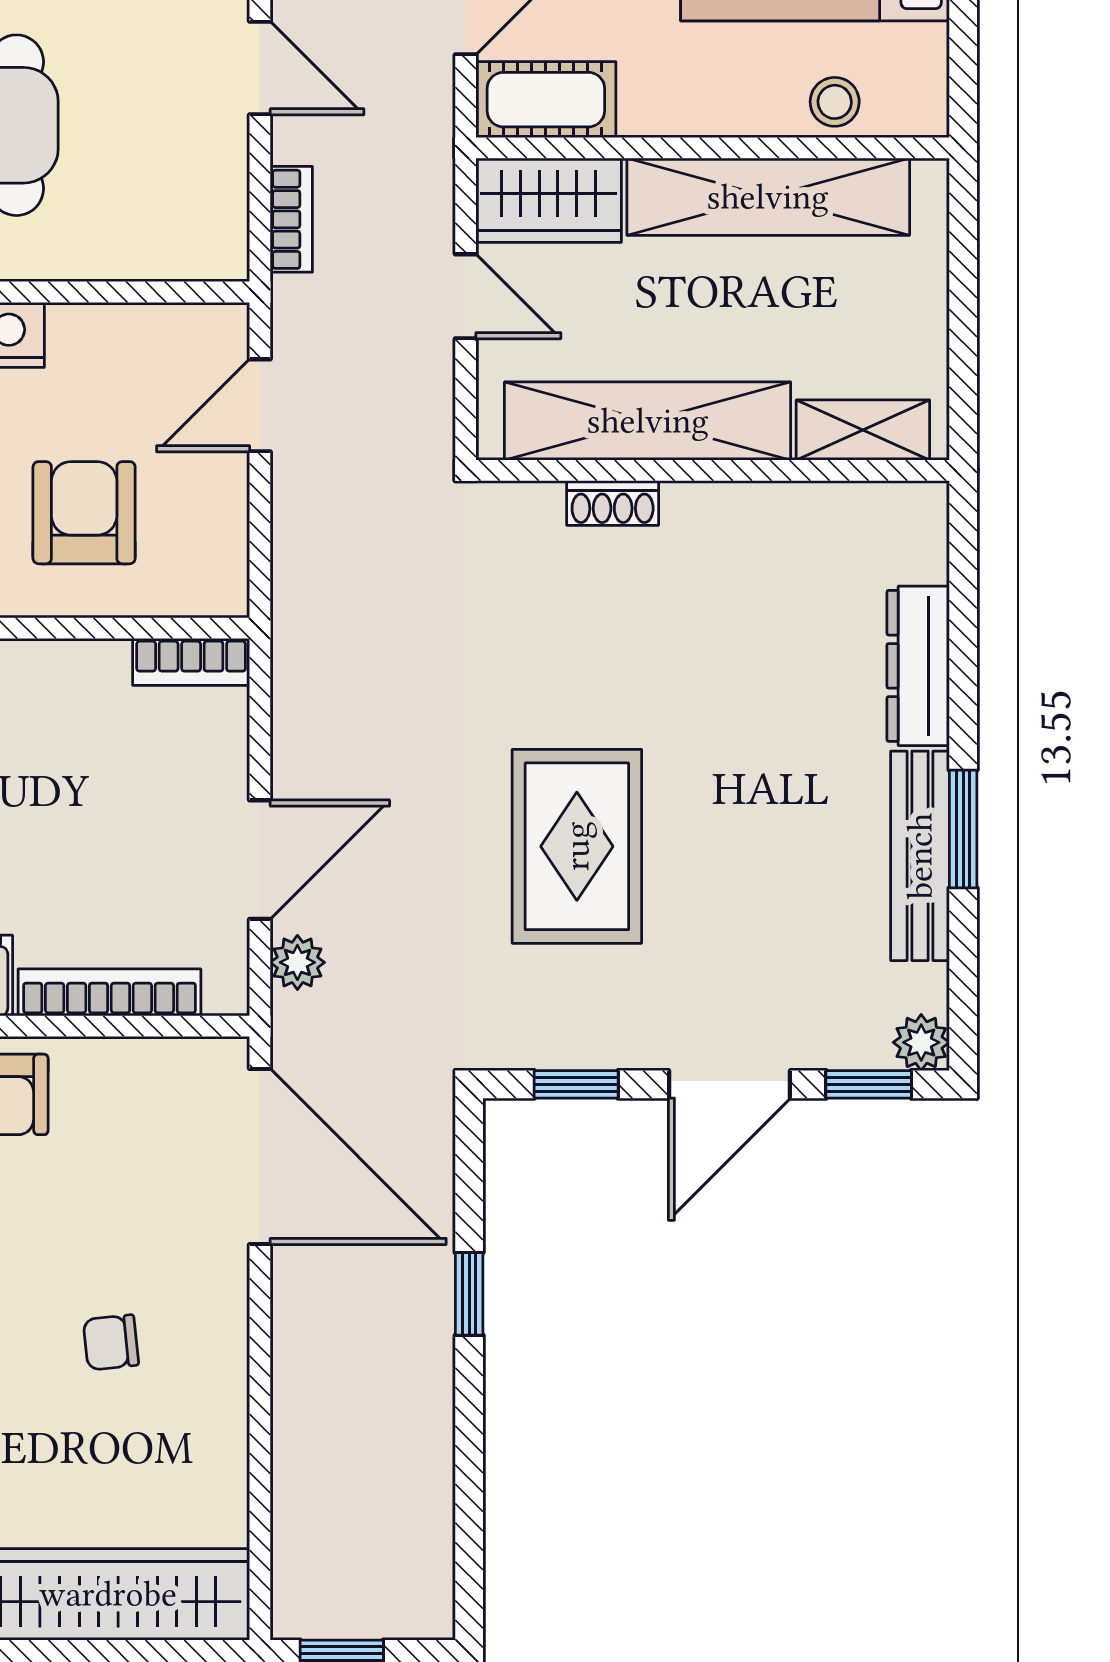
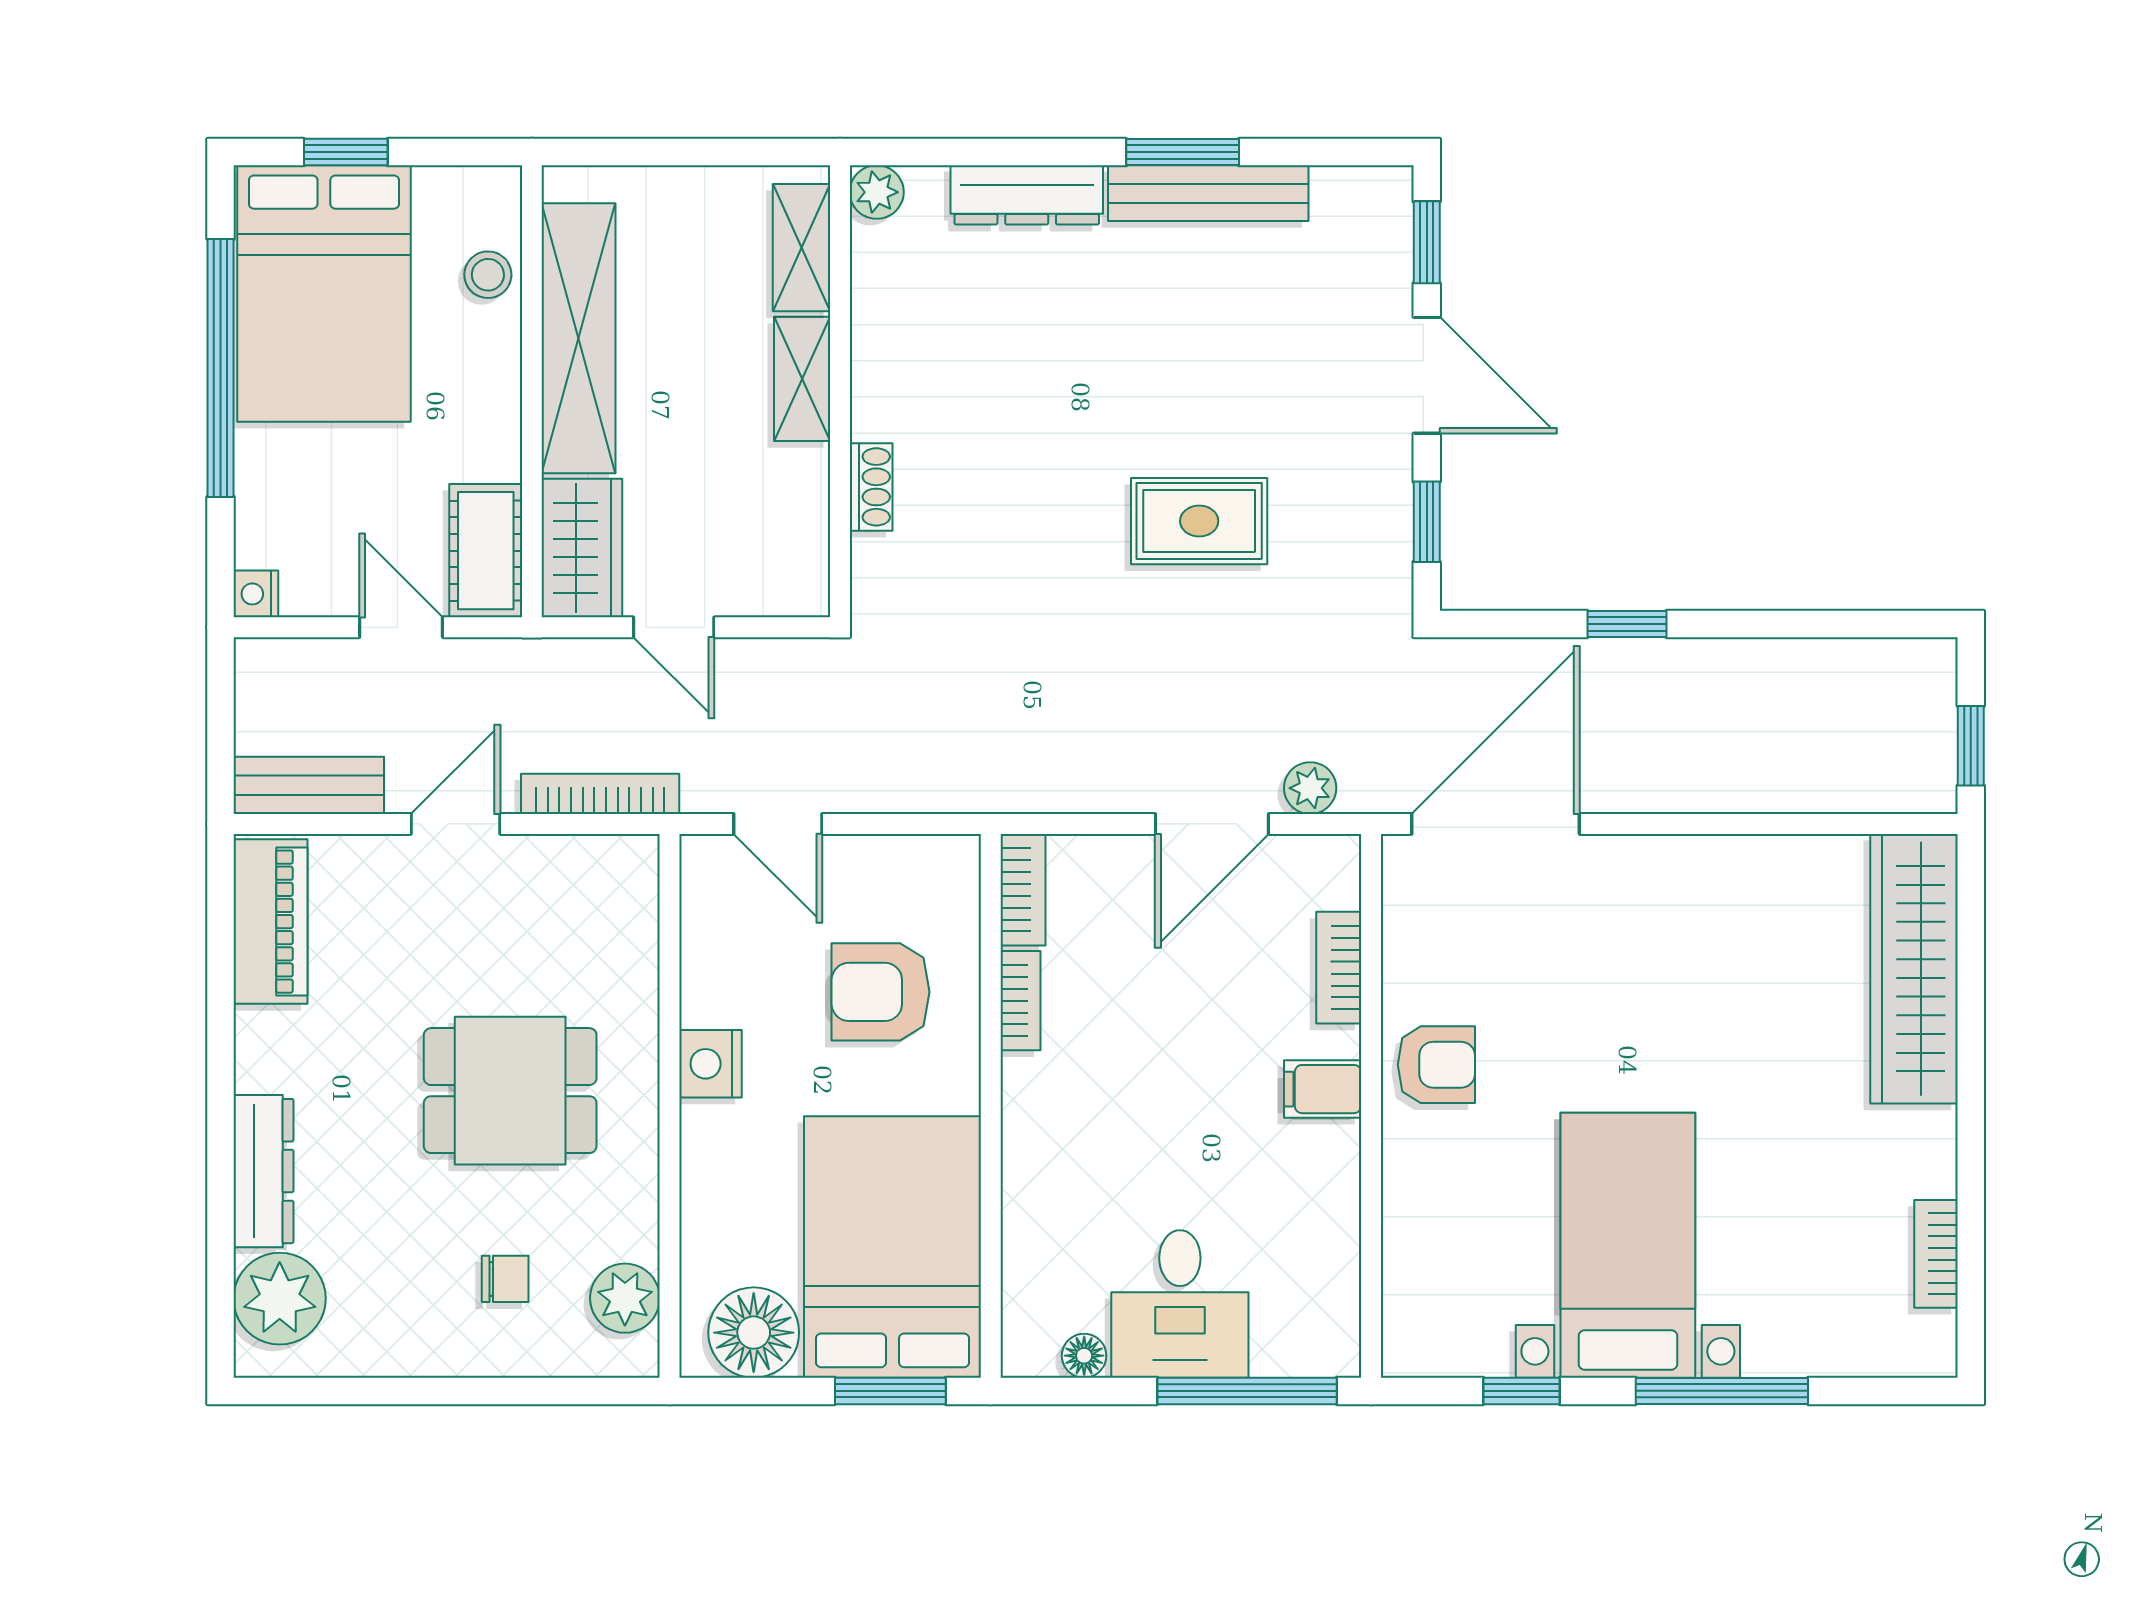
bookcase: (291, 219) -> (600, 794), width x1.56
door: (466, 296) -> (674, 627), swing flipped
shelving: (648, 421) -> (802, 379), width x0.45, depth x0.75
bookcase: (75, 659) -> (1020, 1001), added
rug: (577, 846) -> (1199, 521), width x0.73, depth x0.70
door: (260, 860) -> (1212, 824), swing flipped
bookcase: (109, 992) -> (1339, 968), width x0.64
plant: (921, 1042) -> (877, 192), moved
chair: (111, 1342) -> (1673, 966), removed

